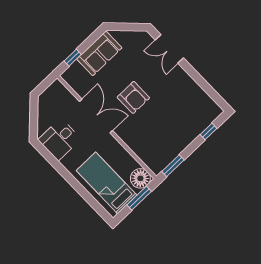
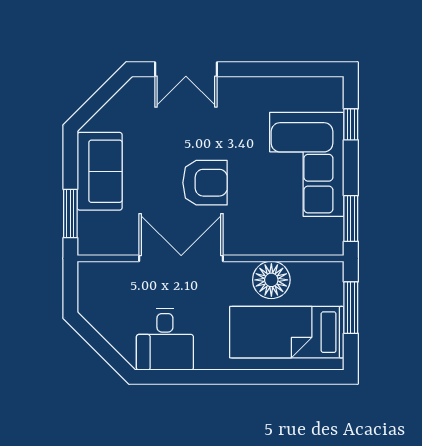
window: (73, 58) -> (70, 214), width x1.50
corner sofa: (177, 129) -> (307, 164), added
floor lamp: (140, 178) -> (271, 280), moved

